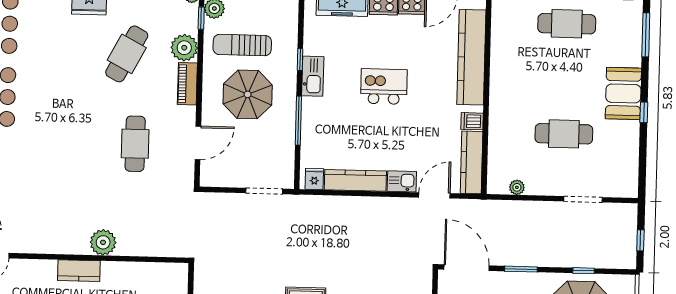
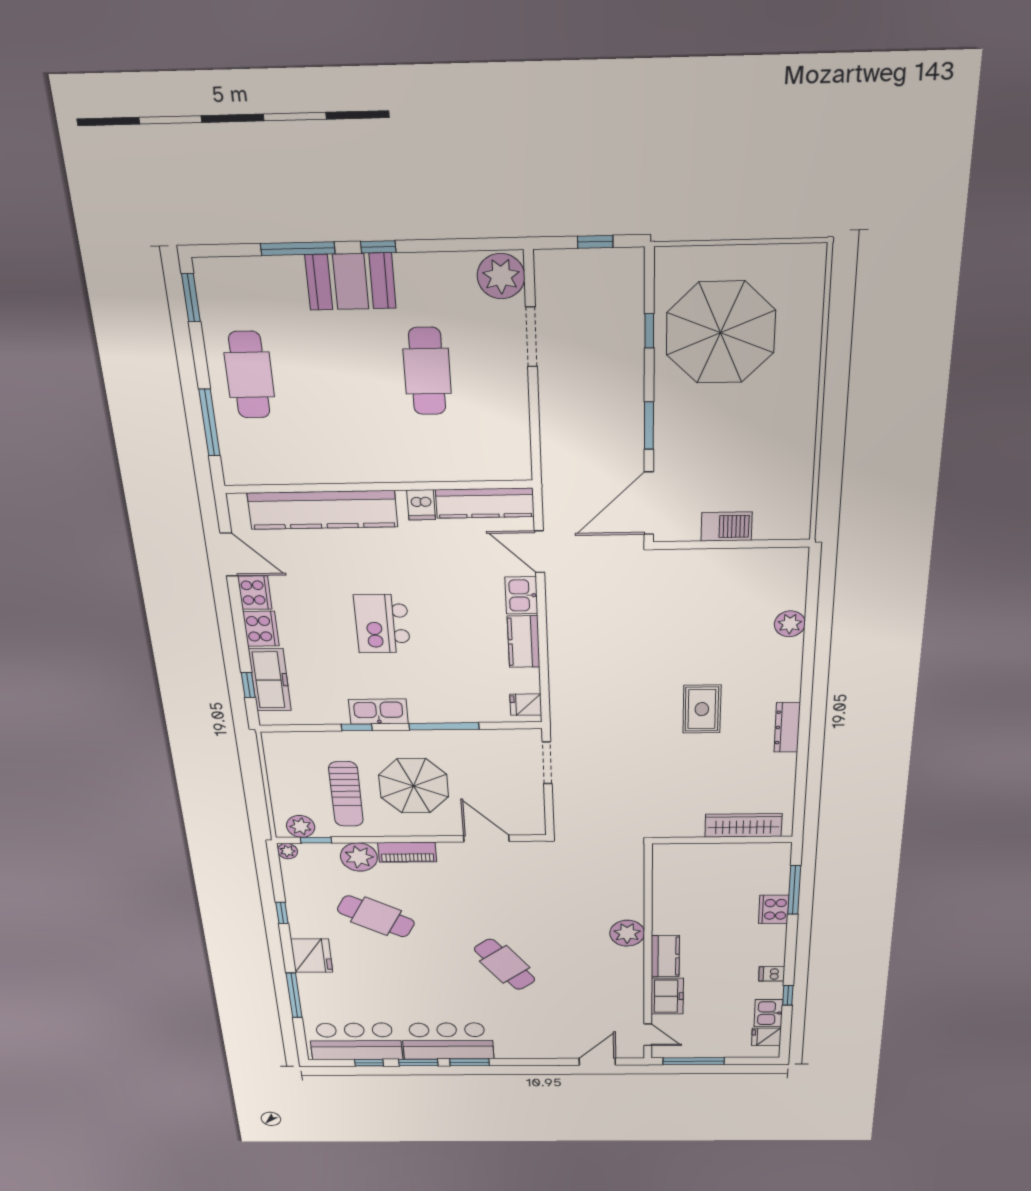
window: (646, 35) -> (298, 249), moved
cafe table: (135, 144) -> (505, 964), moved, turned 53
kitchen counter: (355, 180) -> (524, 642), width x0.67
plant: (517, 187) -> (501, 276), moved, width x1.88, depth x1.88
freezer: (37, 271) -> (667, 996), added

